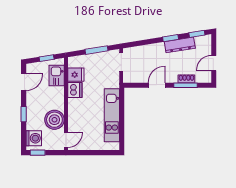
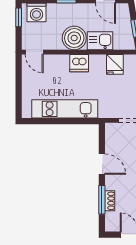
kitchen sink: (57, 75) -> (100, 41), moved
dishwasher: (75, 90) -> (79, 63), moved
boiler: (54, 120) -> (74, 38), moved

